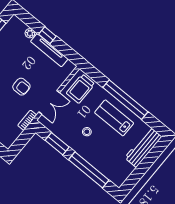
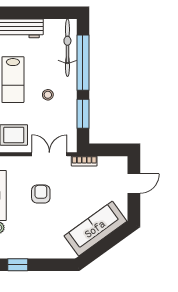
armchair: (21, 87) -> (41, 194), moved
bicycle: (106, 168) -> (67, 48), added

